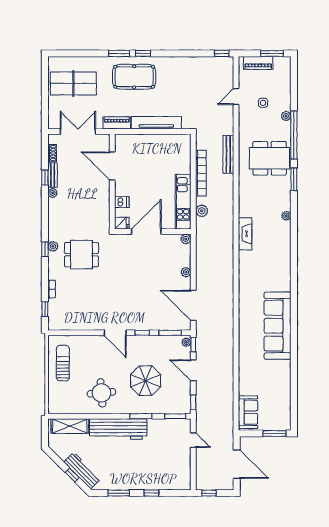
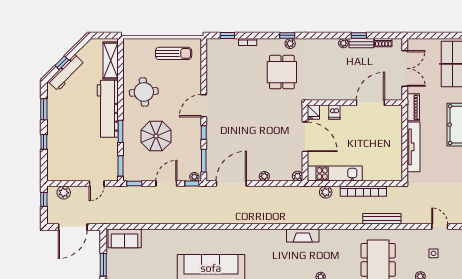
plant: (202, 473) -> (64, 193), added

